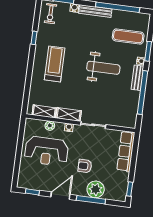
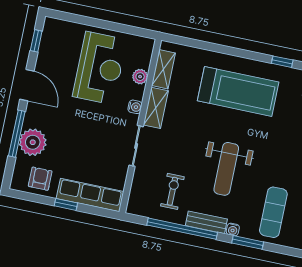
treadmill: (55, 64) -> (238, 91), width x1.37, depth x1.38
exercise bike: (120, 100) -> (172, 191), added
reception desk: (46, 151) -> (100, 68), turned 180
armchair: (85, 166) -> (40, 179), moved
window: (130, 189) -> (66, 204), moved

